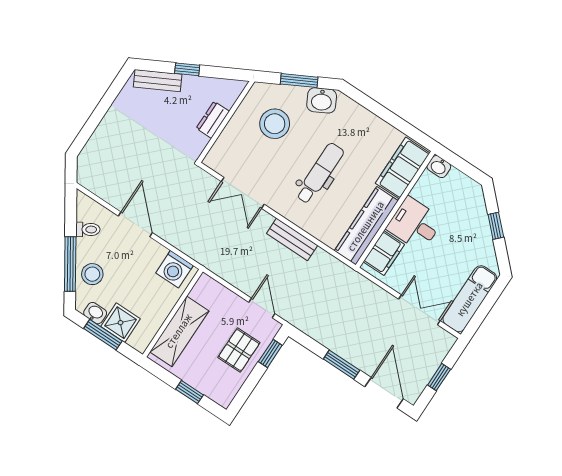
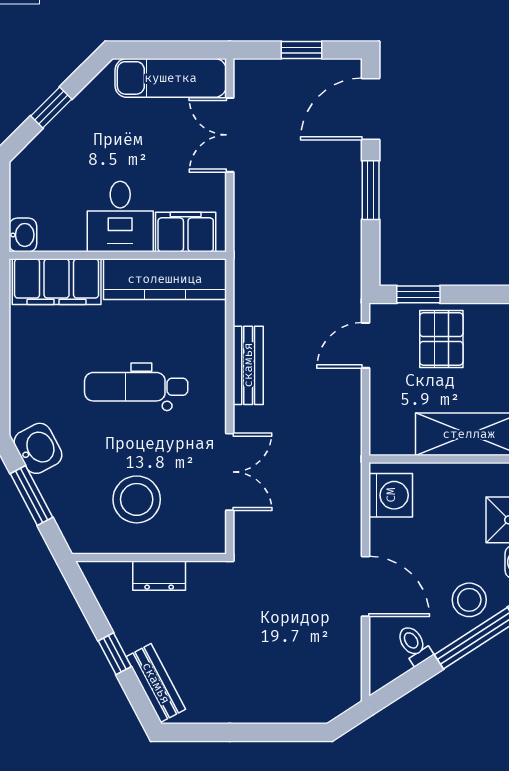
stool: (275, 124) -> (137, 499), moved
door: (135, 224) -> (366, 586), swing flipped
pallet: (239, 350) -> (441, 339), turned 90

